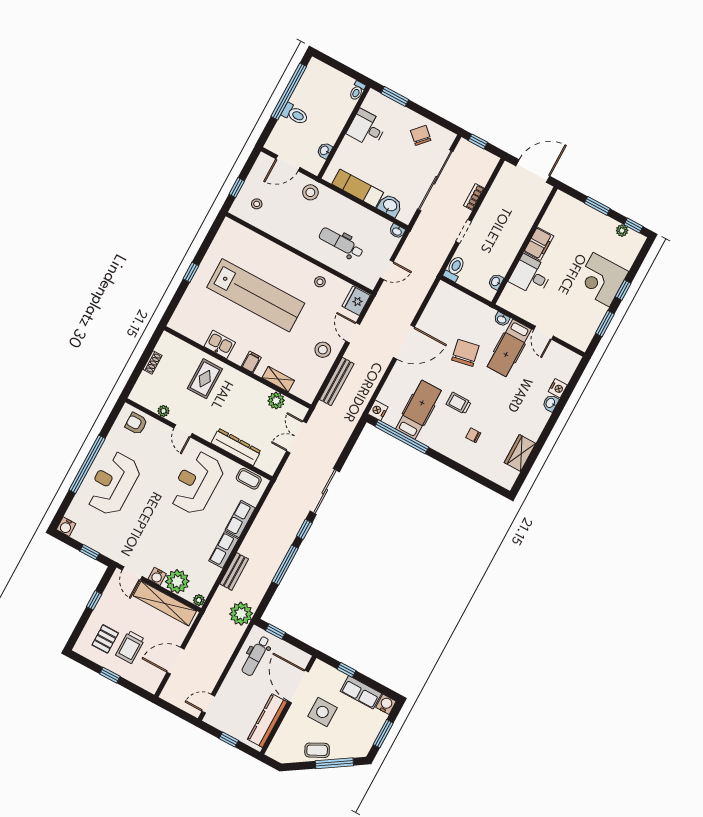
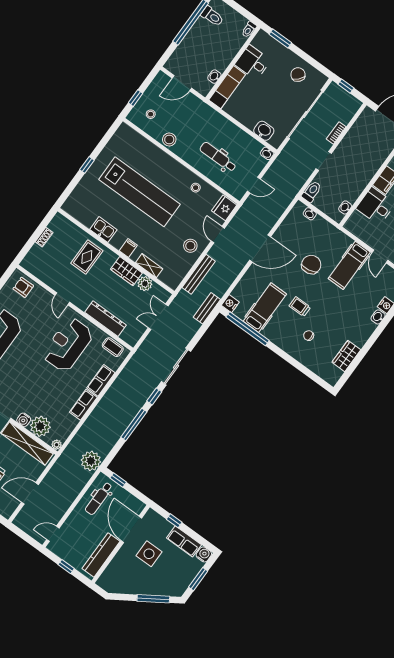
toilet: (295, 114) -> (212, 16), moved
exam couch: (358, 188) -> (227, 87), moved, turned 90
stool: (310, 192) -> (169, 140), moved
washbasin: (502, 319) -> (310, 214), moved
wardrobe: (253, 389) -> (126, 271), added
plant: (163, 411) -> (48, 280), removed
bench: (234, 571) -> (207, 308), moved
coffee table: (317, 750) -> (140, 586), removed

